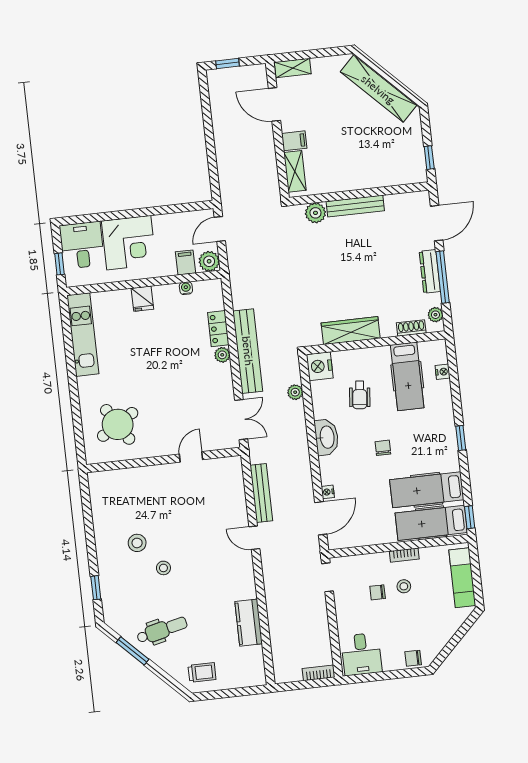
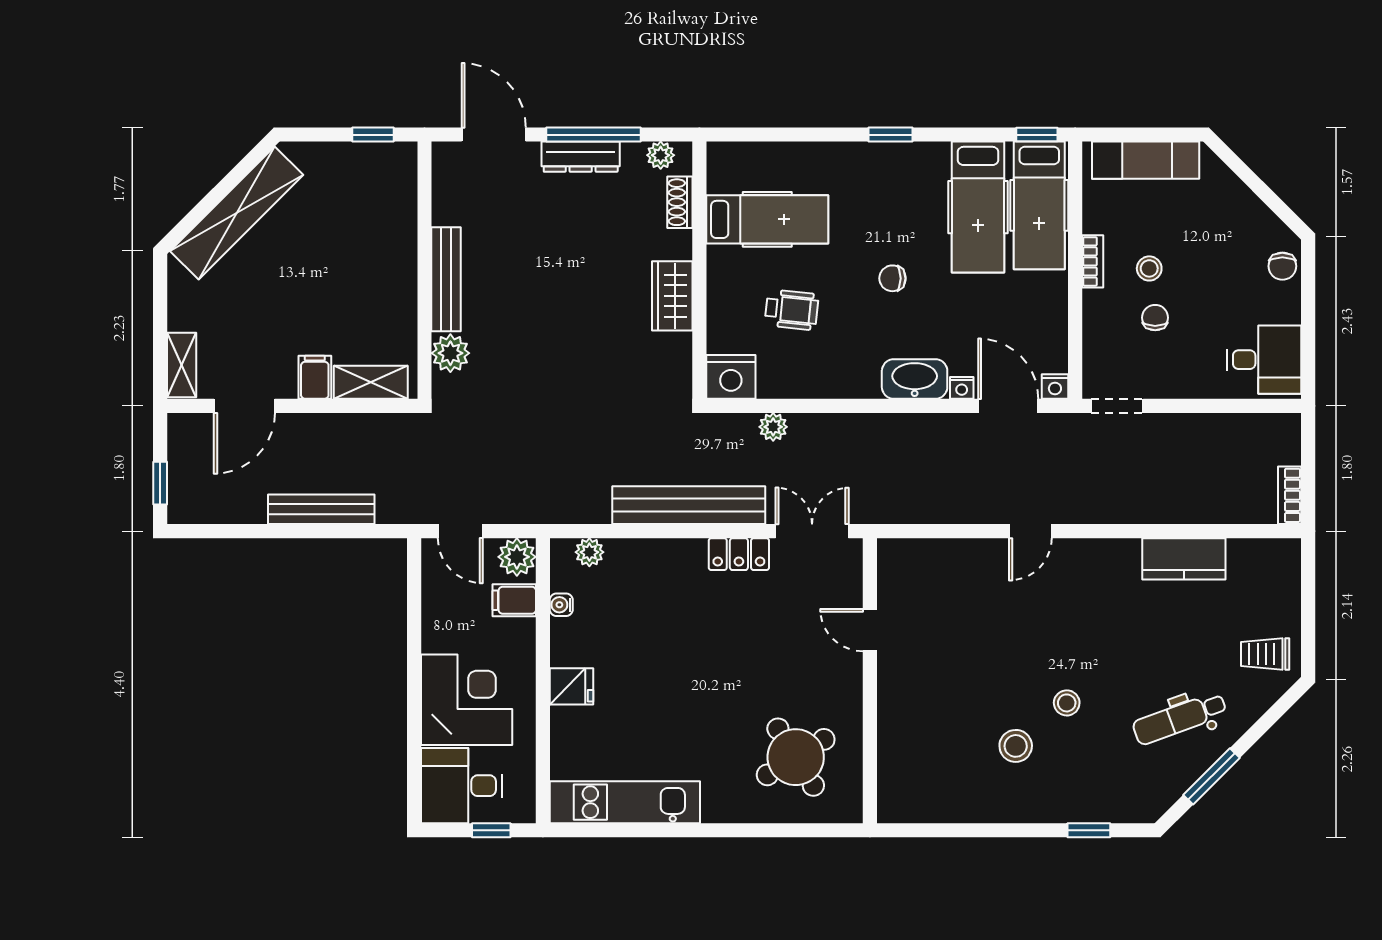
locker: (218, 329) -> (739, 554), moved
wardrobe: (351, 331) -> (672, 296), width x0.67
plant: (222, 355) -> (589, 552), moved
nightstand: (443, 372) -> (1055, 386), moved, turned 180
washbasin: (326, 437) -> (915, 379), moved
bench: (261, 493) -> (321, 509), moved
chair: (378, 592) -> (1155, 318), turned 180
dental chair: (162, 630) -> (1180, 718), turned -97
trolley: (202, 672) -> (1265, 654), turned -90
bookcase: (319, 673) -> (1290, 495), moved

